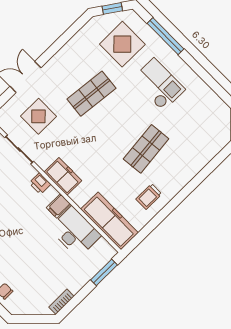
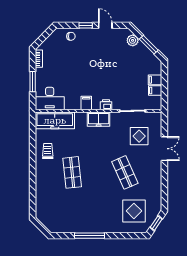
window: (165, 36) -> (90, 236), moved
checkout: (158, 84) -> (97, 209), removed
shop shelf: (91, 94) -> (125, 172), turned -30
desk: (75, 232) -> (50, 98), moved
window: (104, 272) -> (33, 82), moved

